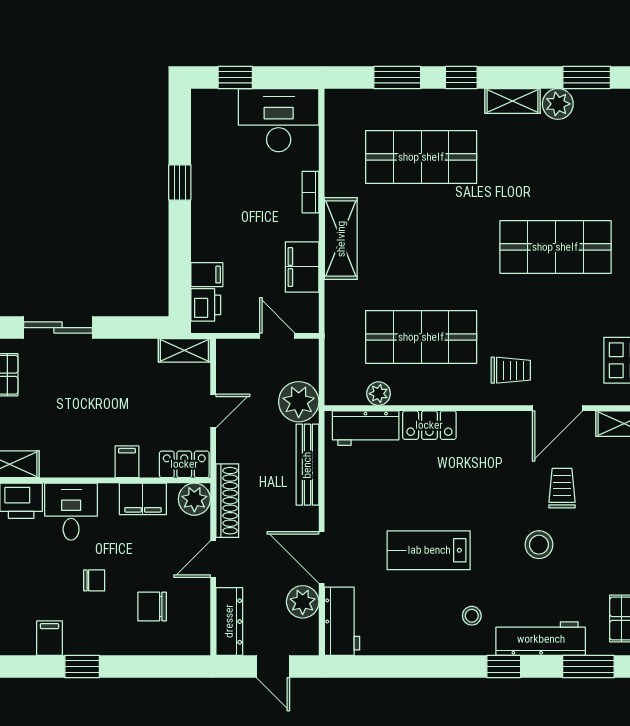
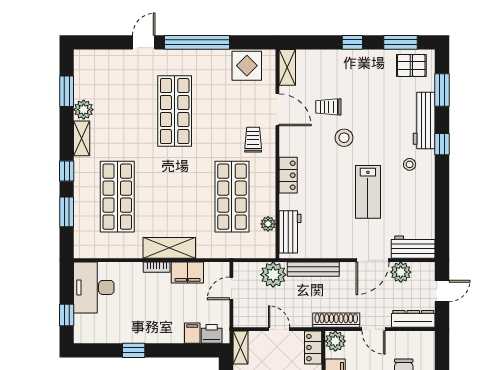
bookcase: (310, 192) -> (157, 267), moved
locker: (429, 425) -> (288, 175), moved
stool: (539, 545) -> (344, 138), moved

